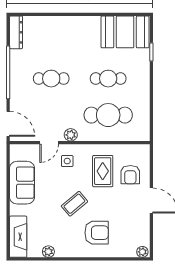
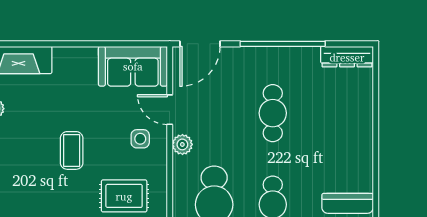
sofa: (22, 183) -> (133, 66), moved
coffee table: (74, 204) -> (72, 150), turned 40
armchair: (97, 233) -> (25, 186), removed

